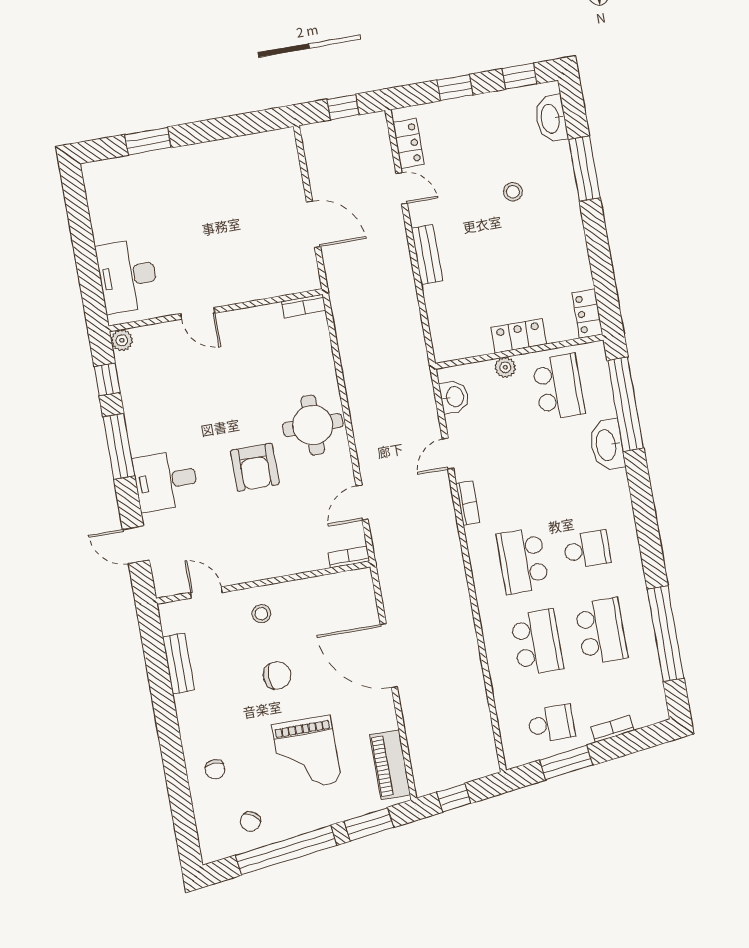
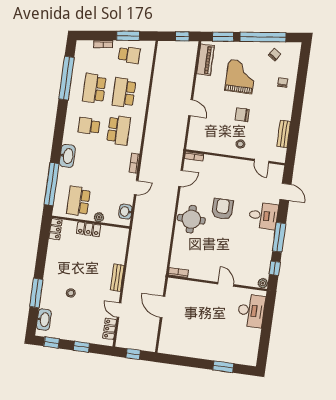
washbasin: (607, 445) -> (67, 156), moved
door: (389, 656) -> (191, 108), width x0.53
school desk: (551, 724) -> (129, 55), turned 180

